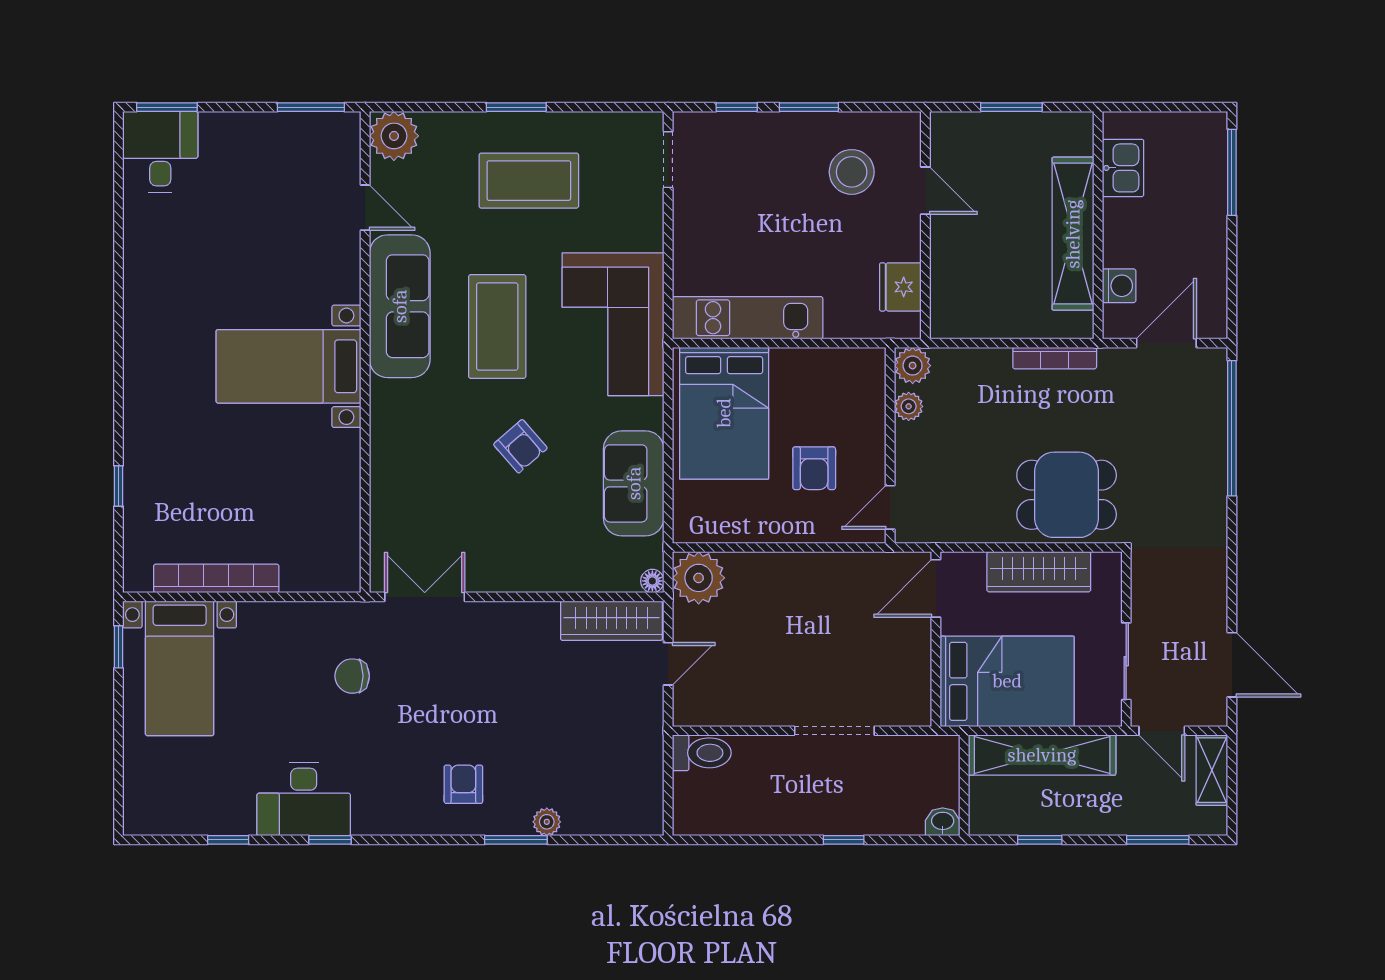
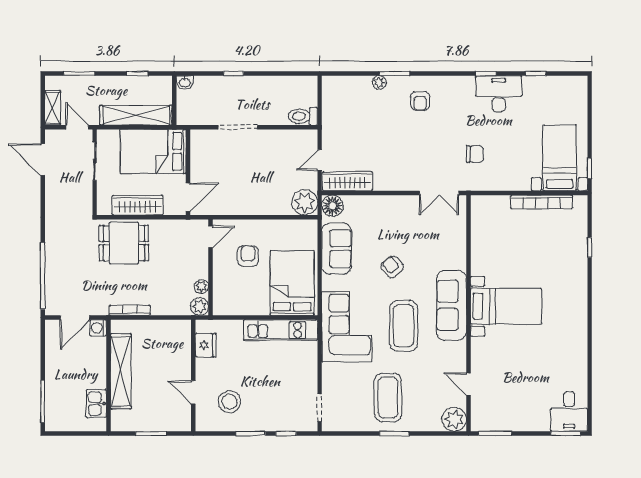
coffee table: (529, 181) -> (388, 397), turned 90
washing machine: (1119, 286) -> (98, 328), moved
sofa: (400, 306) -> (451, 305), moved
floor lamp: (652, 581) -> (332, 206), width x1.89, depth x1.89

